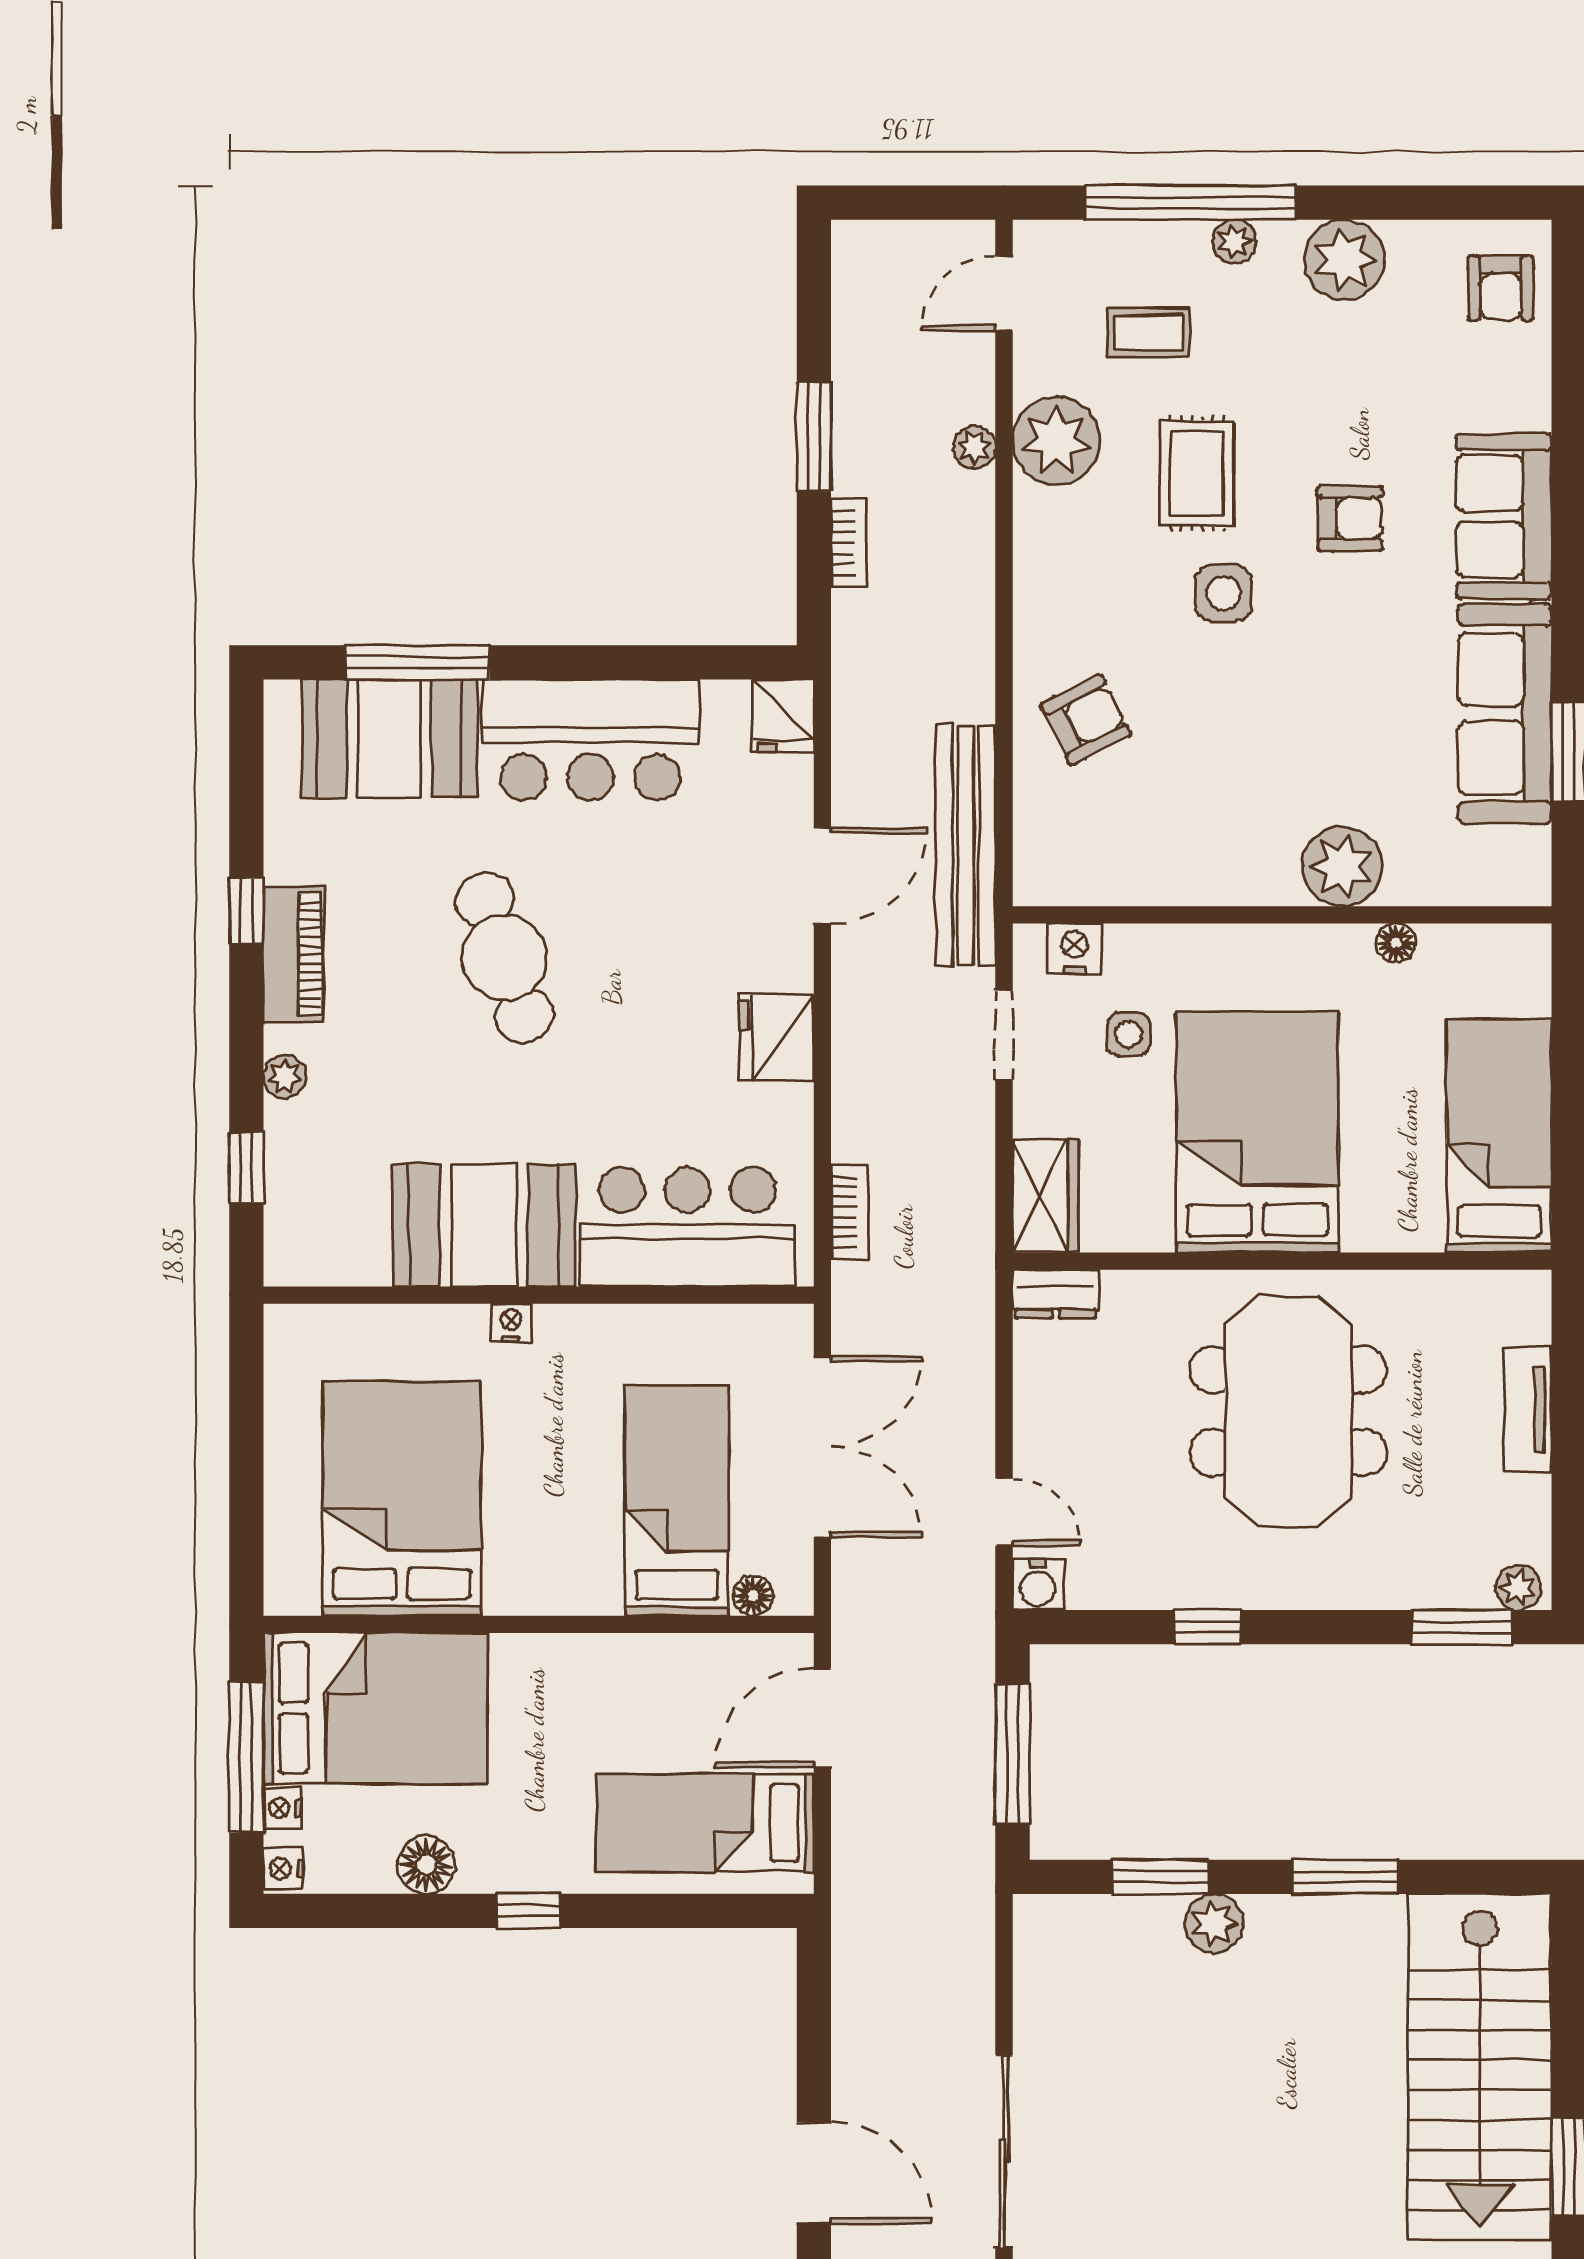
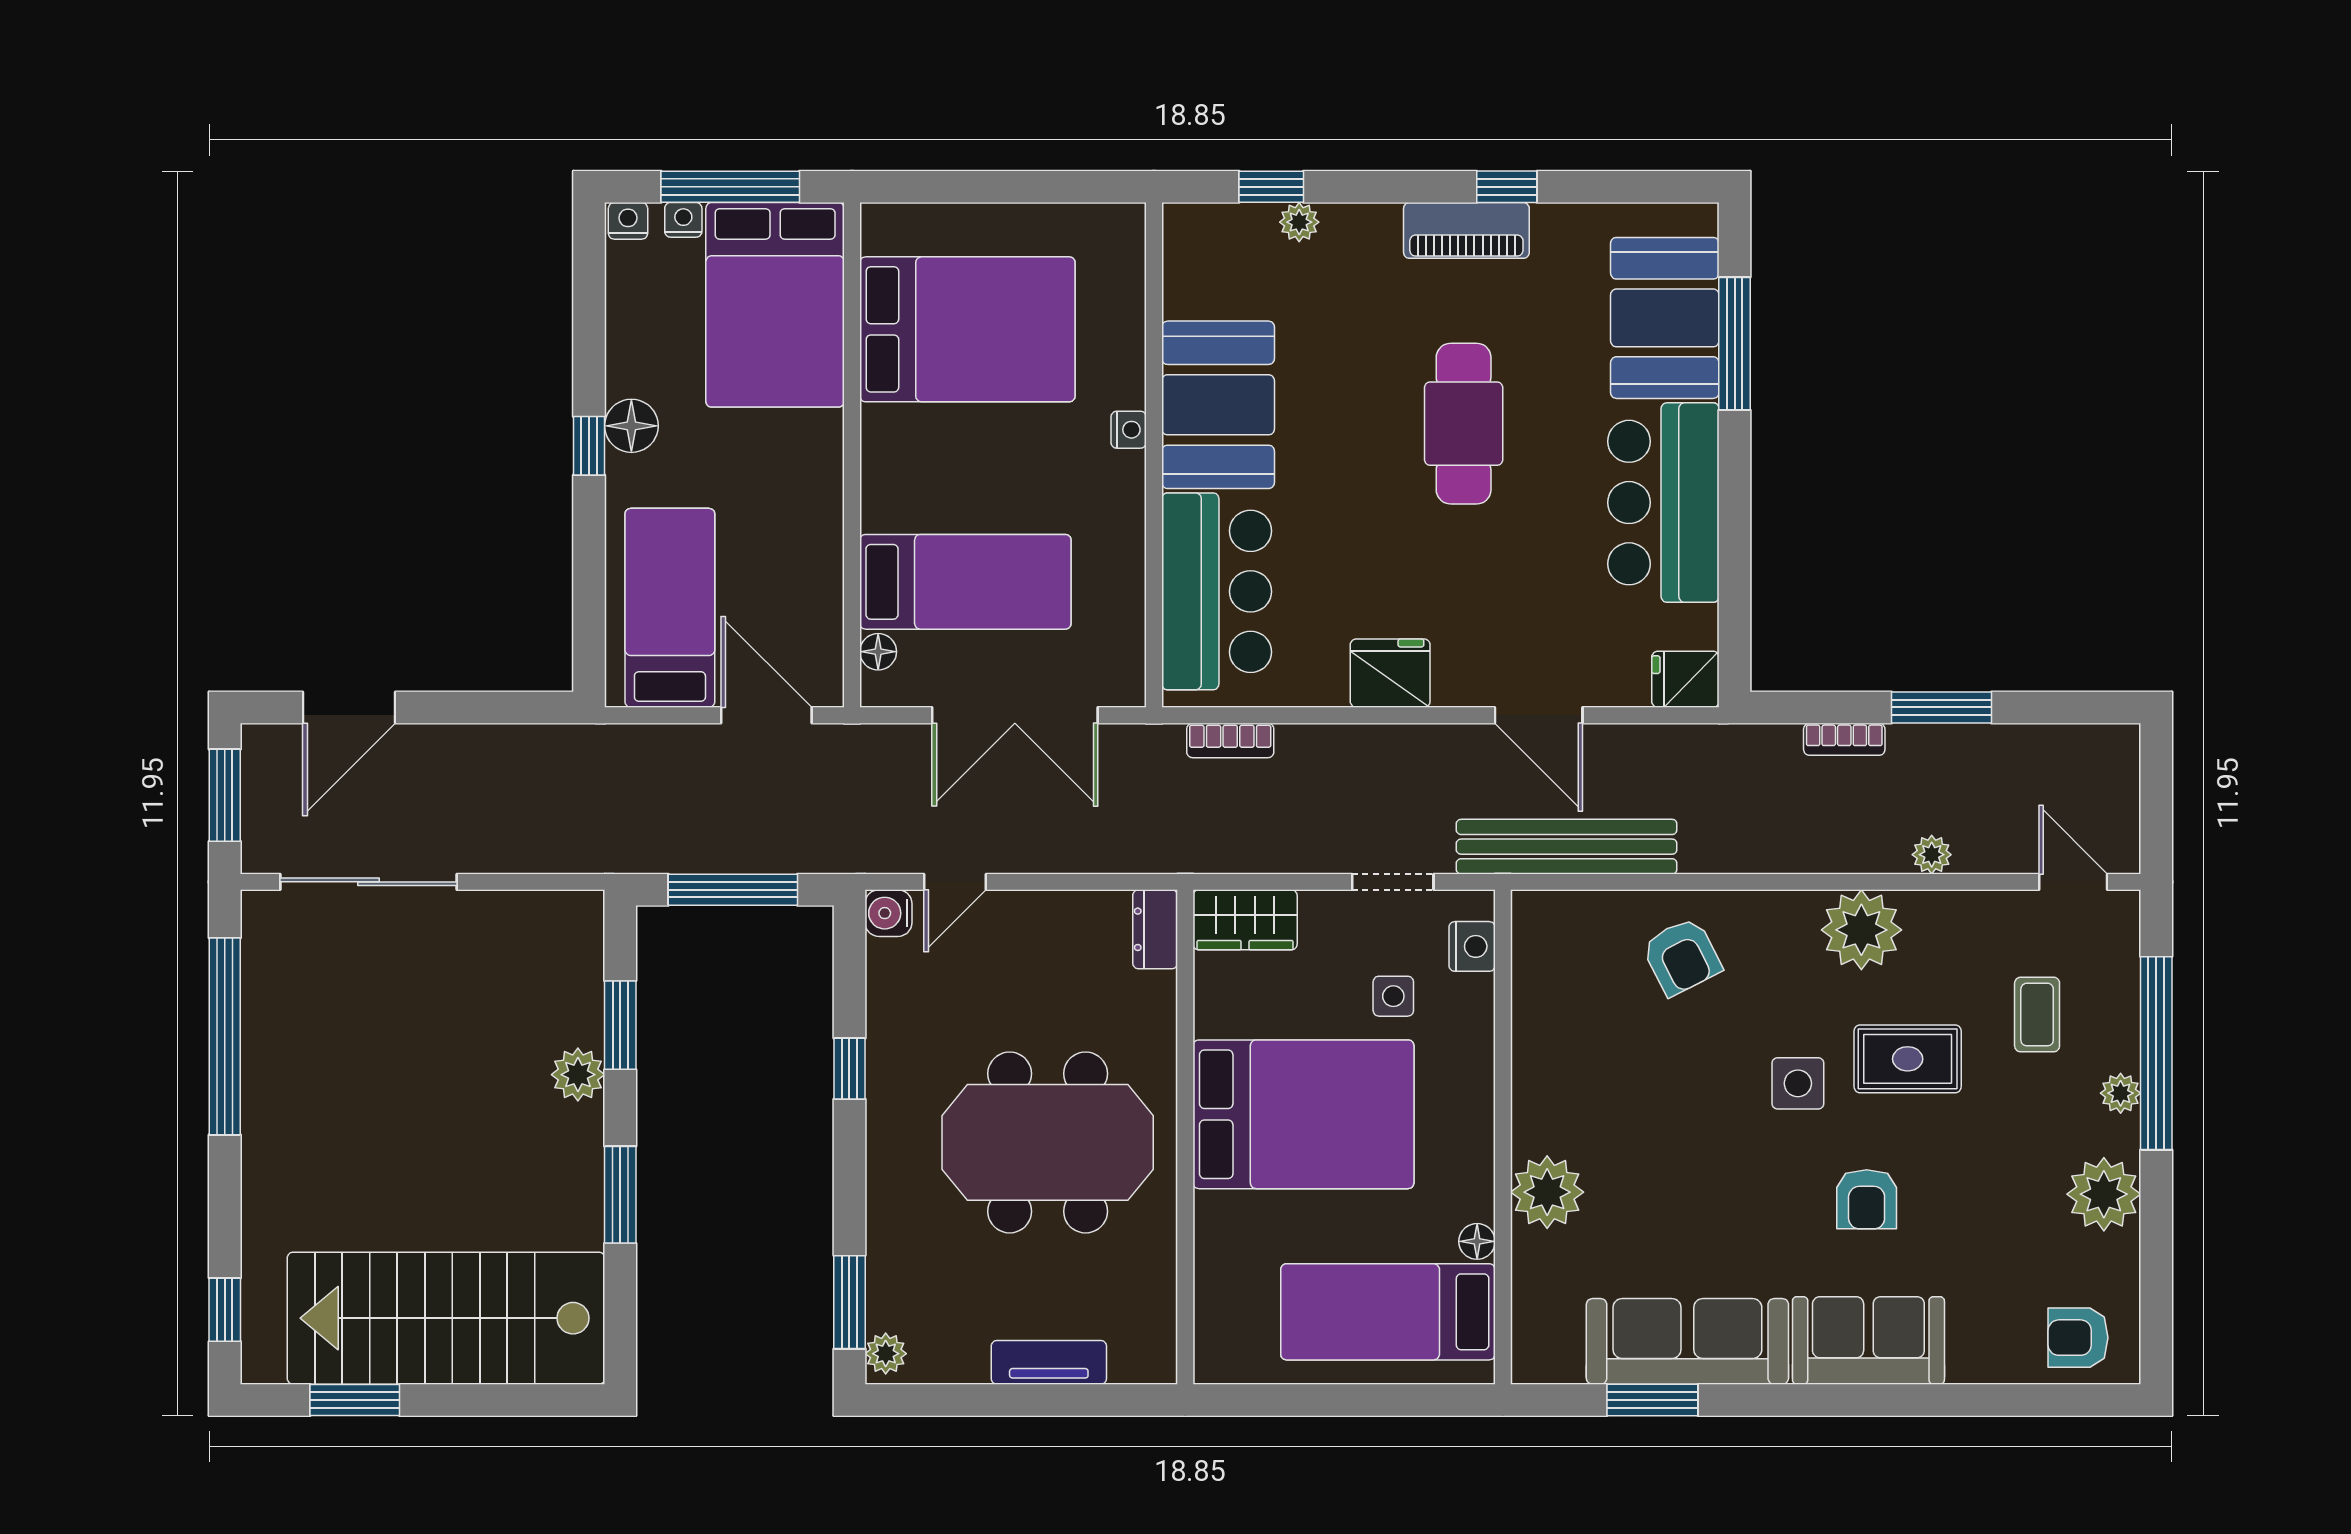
plant: (1056, 441) -> (1861, 930), moved
cafe table: (505, 958) -> (1464, 424), turned -71
plant: (285, 1077) -> (1299, 222), moved
bed: (1499, 1136) -> (1388, 1312), moved, turned 180
floor lamp: (426, 1865) -> (631, 426), moved

